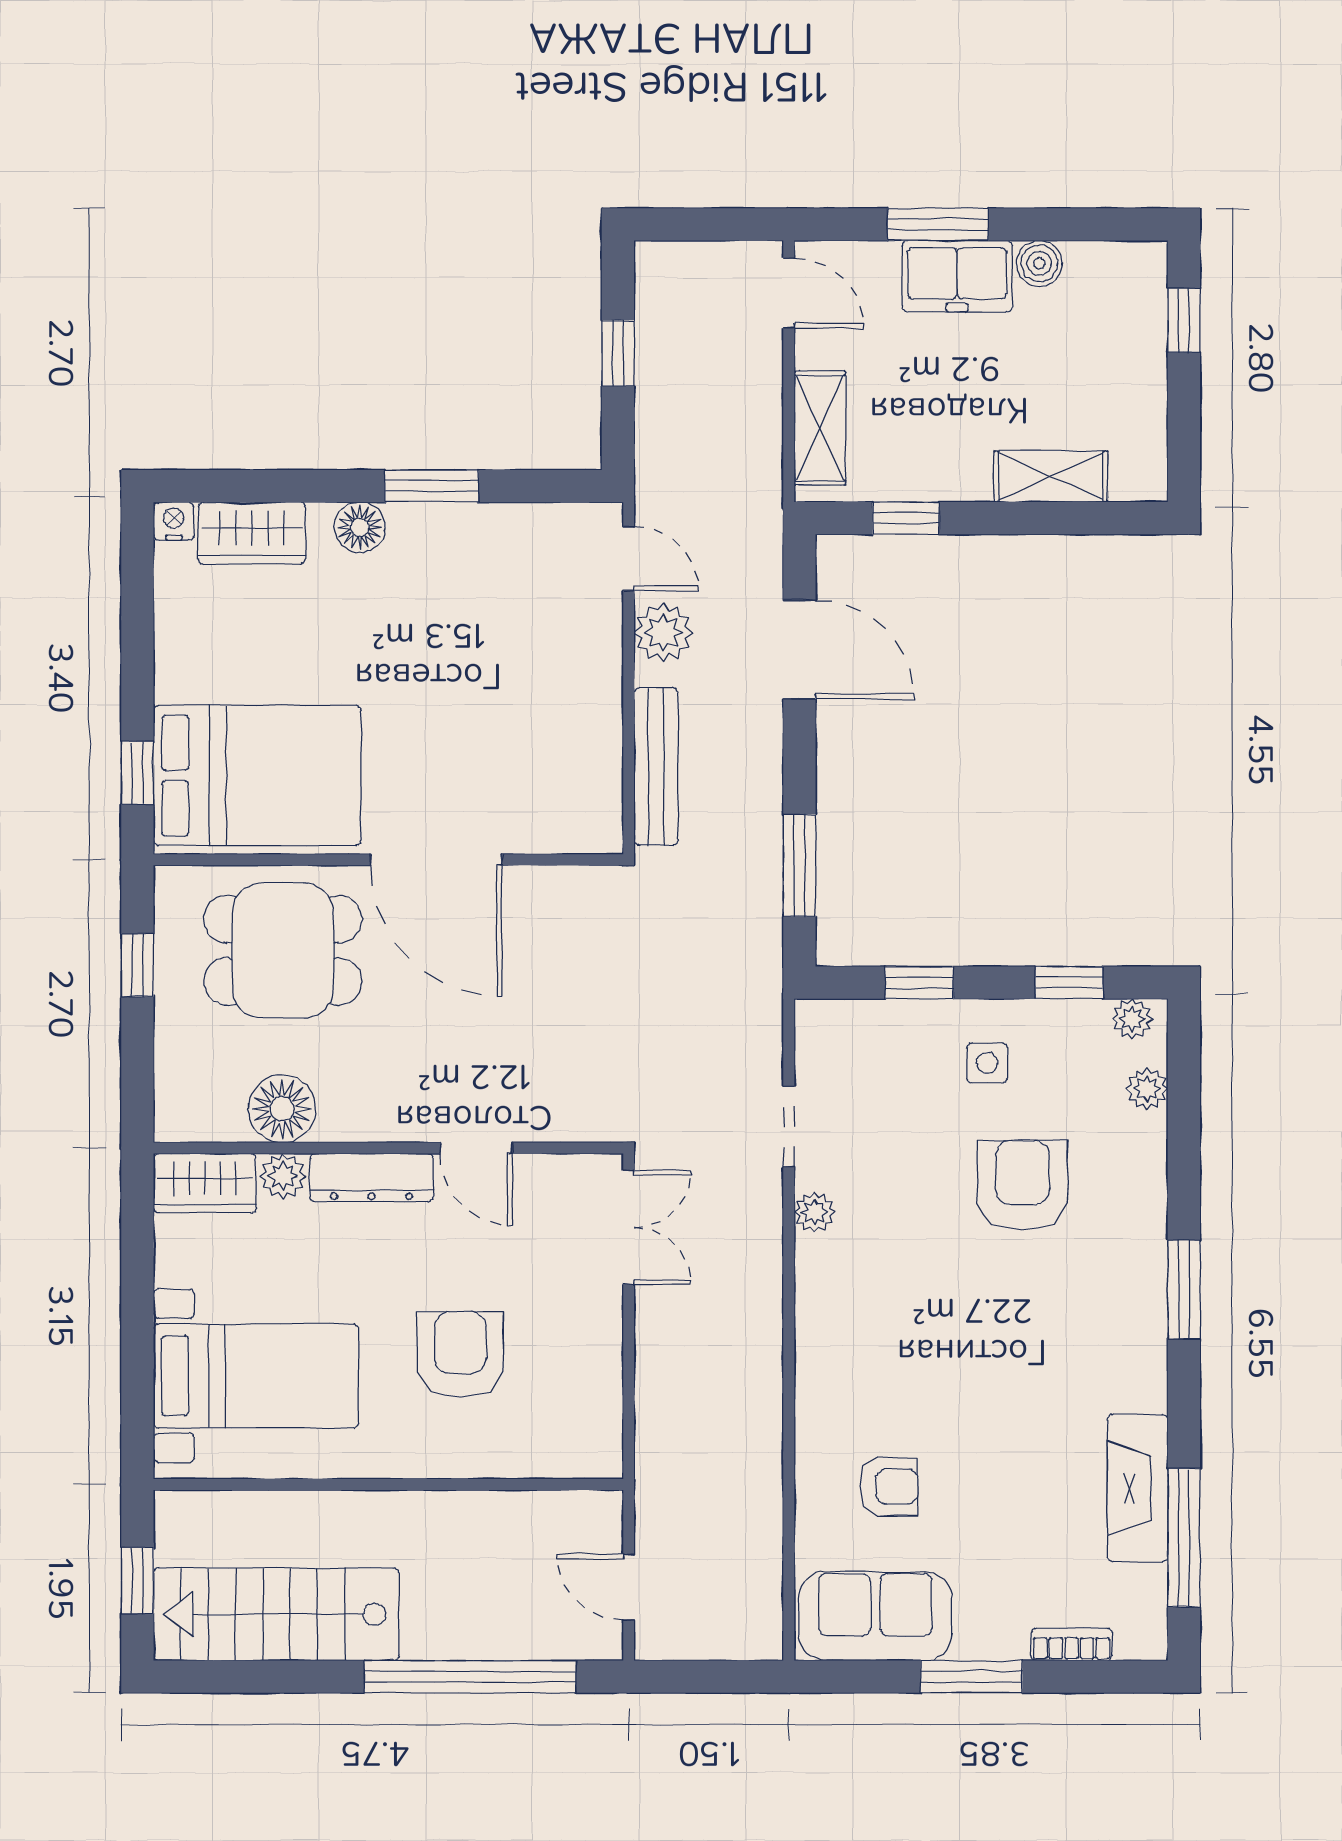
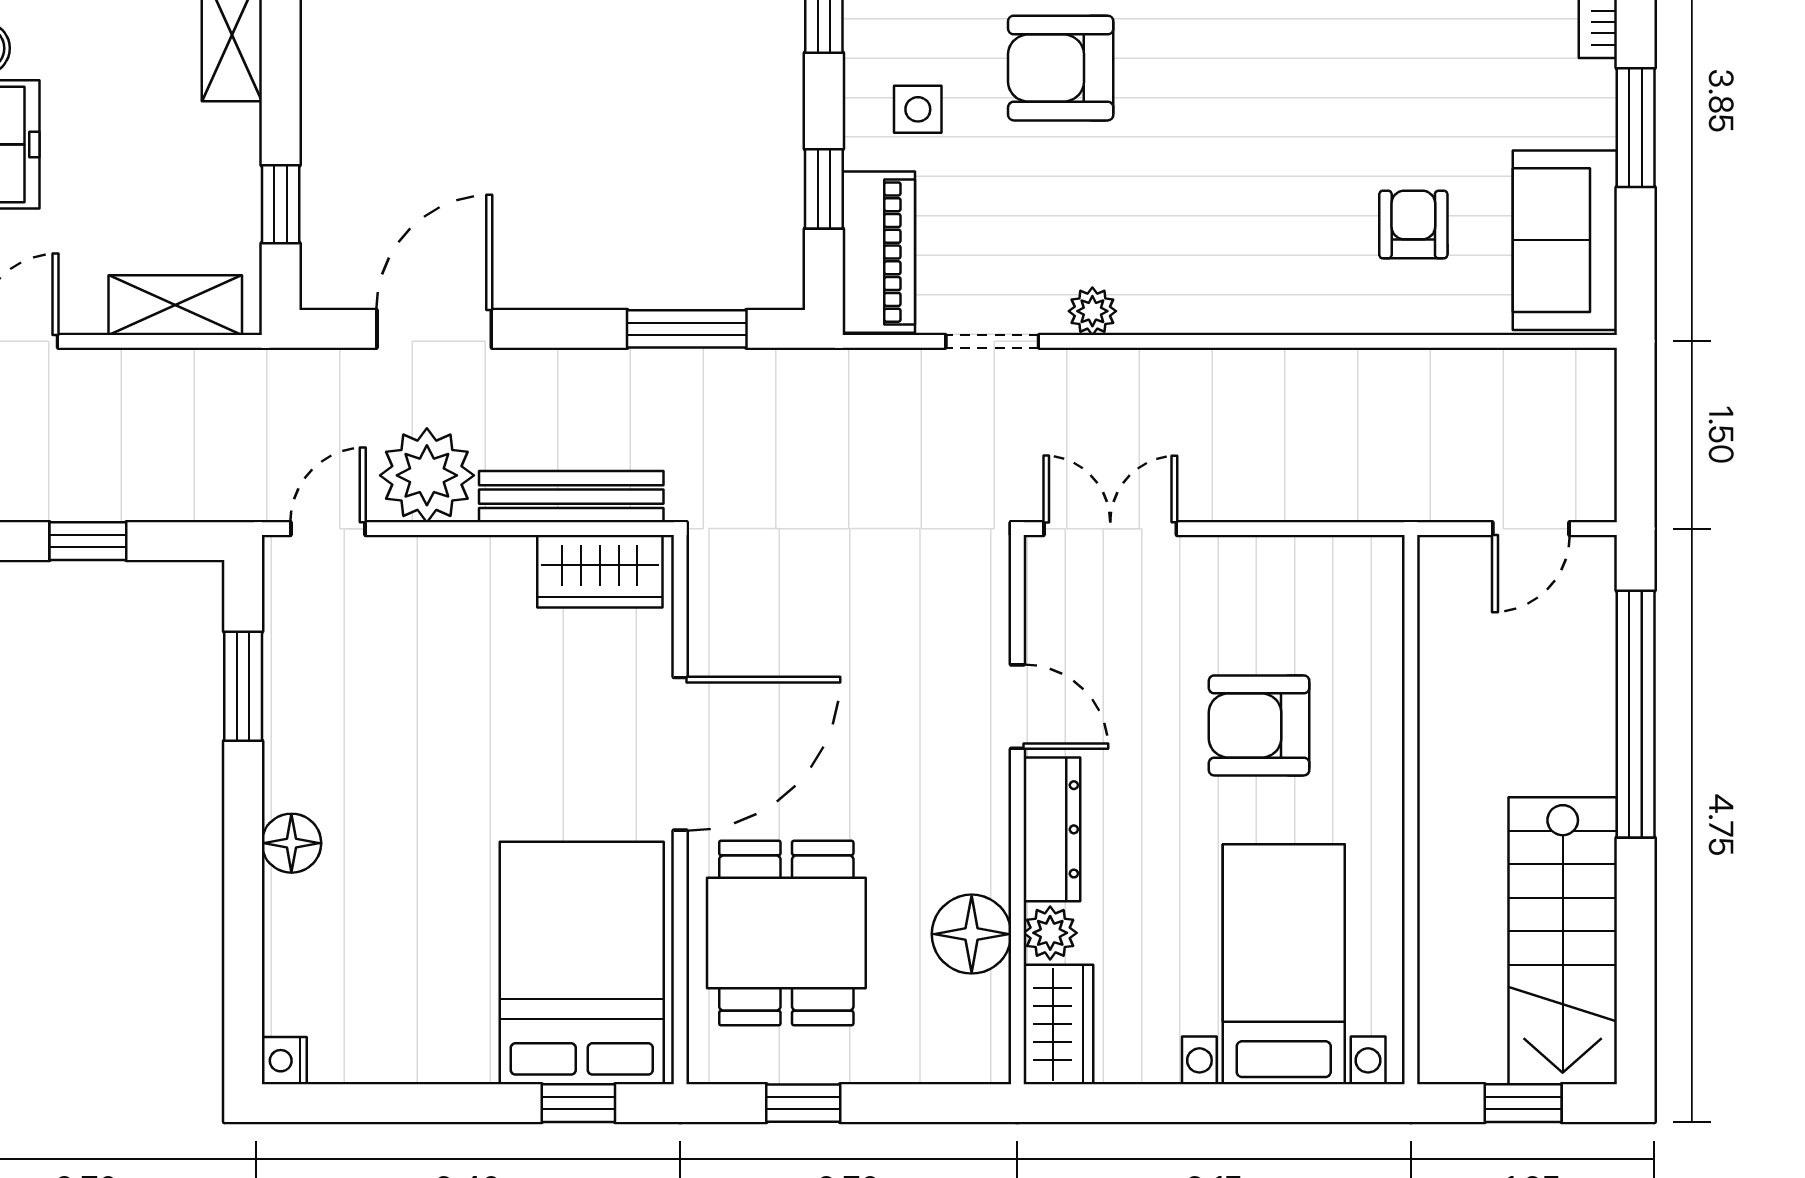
window: (432, 486) -> (243, 686), moved
wardrobe: (252, 533) -> (600, 571), moved, turned 90
plant: (663, 632) -> (427, 475), width x1.36, depth x1.36
piano: (865, 1029) -> (879, 252), added
door: (476, 1148) -> (1017, 707), hinge flipped

